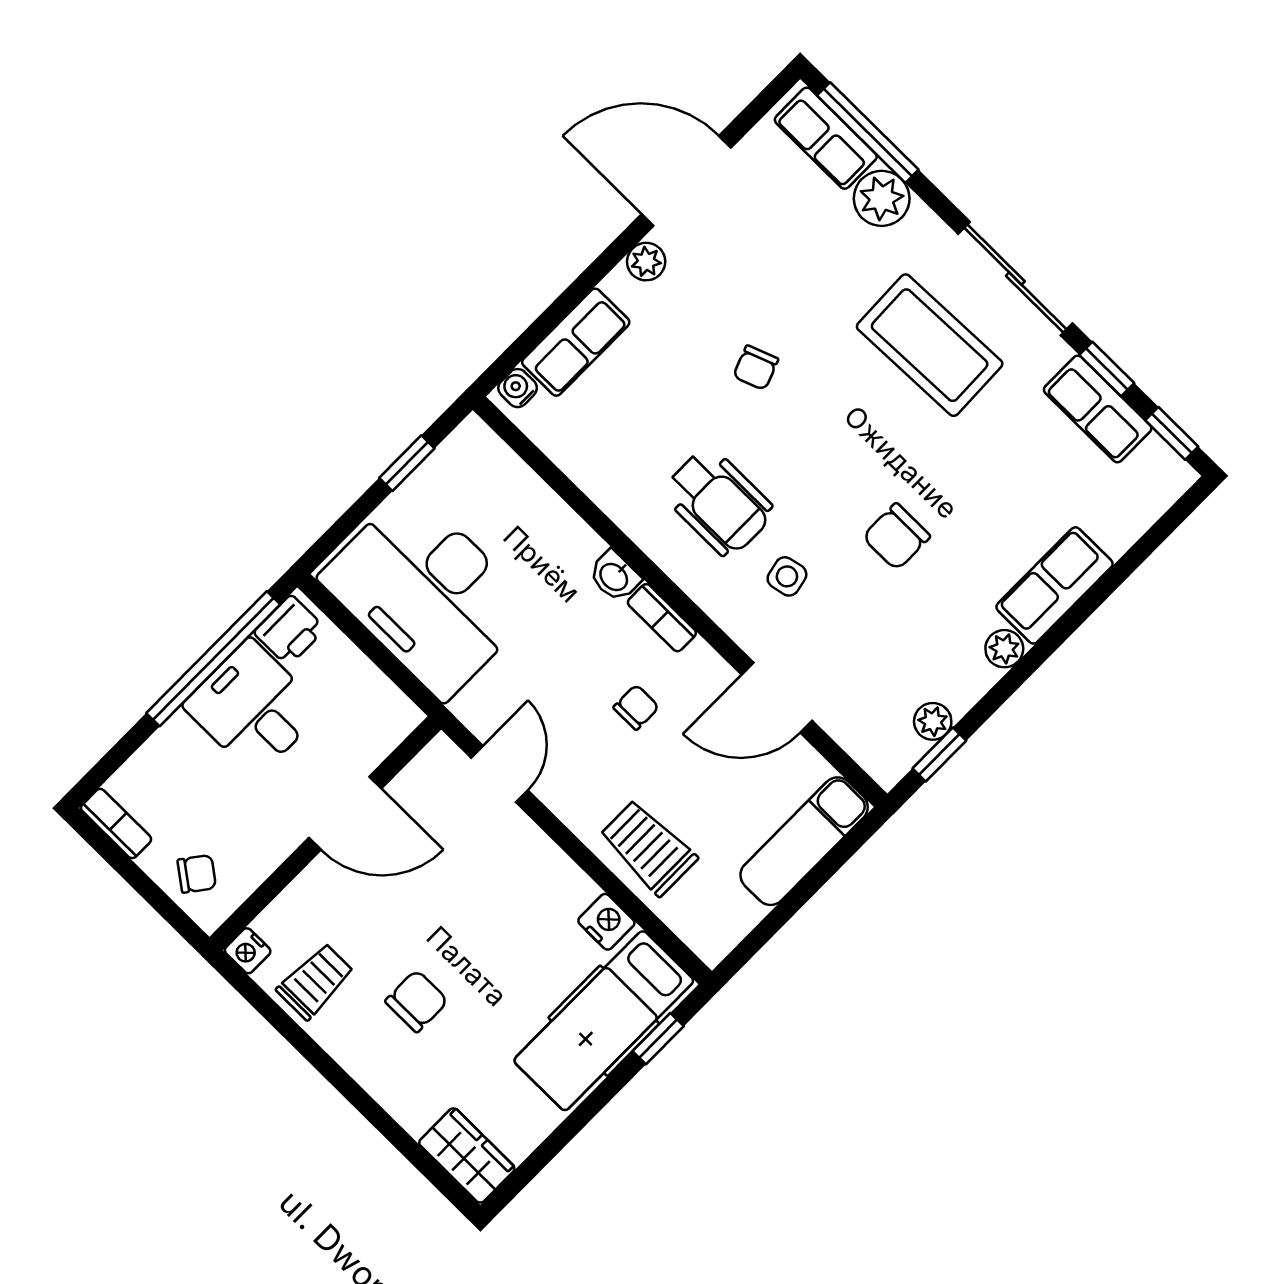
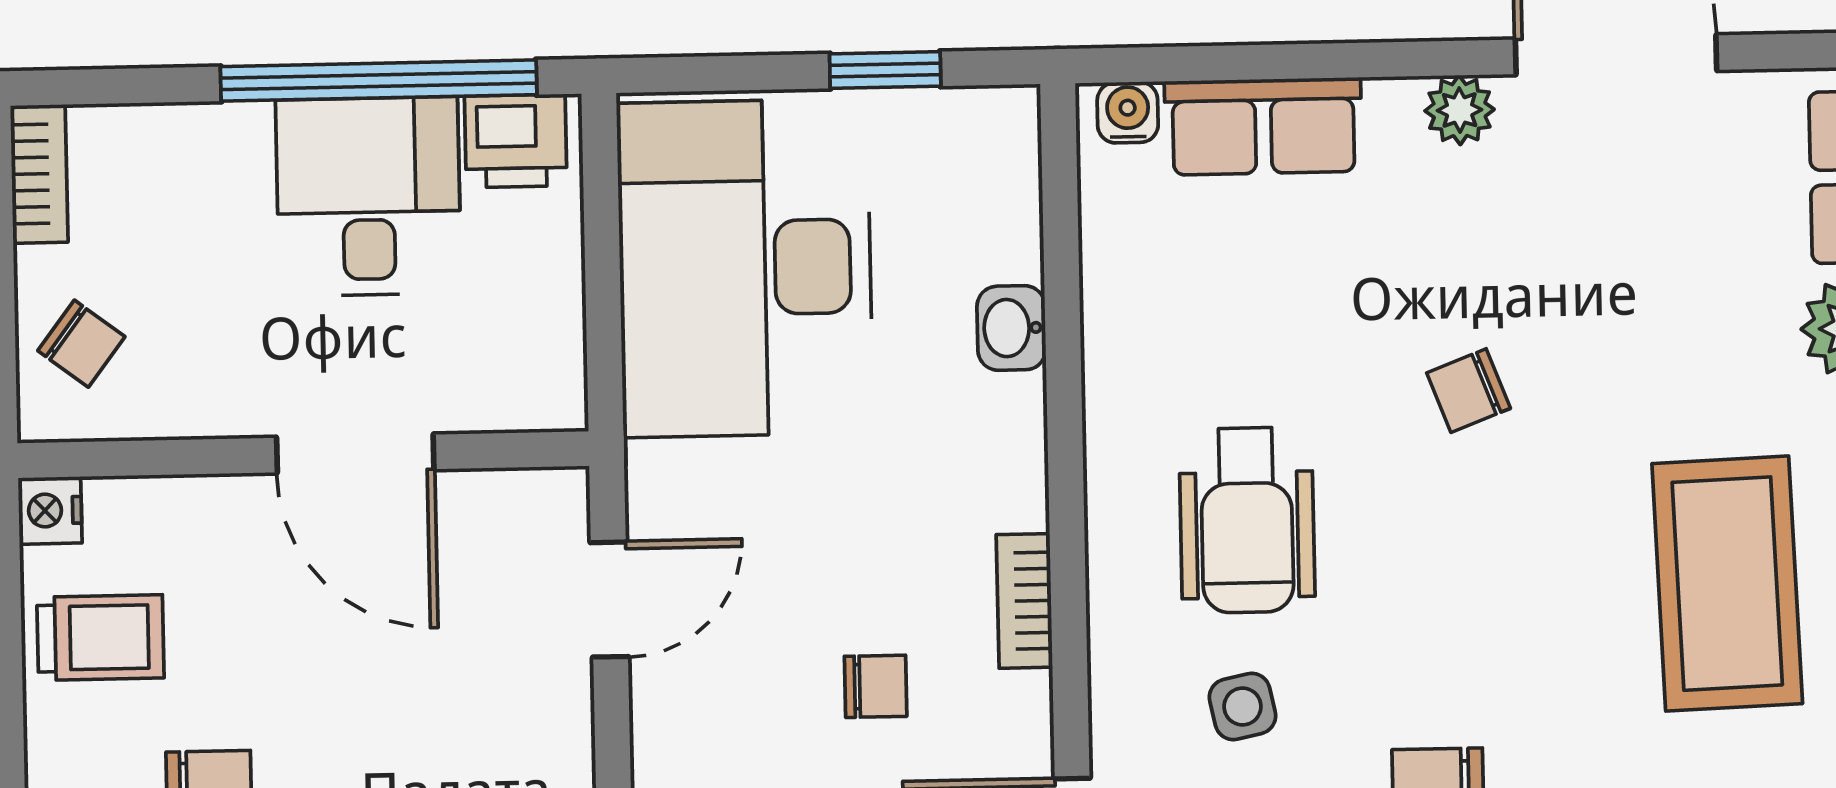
washbasin: (614, 576) -> (1011, 328), moved

